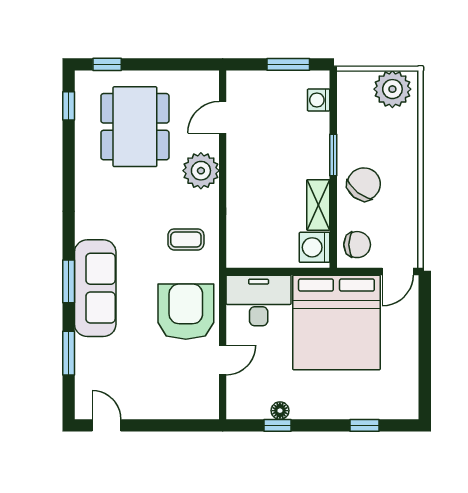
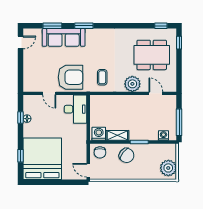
window: (288, 64) -> (179, 122), width x1.44
sofa: (95, 288) -> (64, 37), moved
bed: (336, 322) -> (42, 159), moved, turned 90

